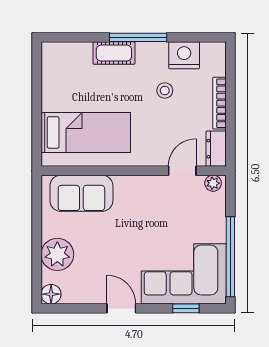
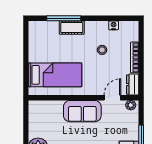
window: (138, 37) -> (64, 18), moved
nightstand: (184, 55) -> (114, 25), width x0.53, depth x0.56
sofa: (81, 193) -> (82, 111), moved

